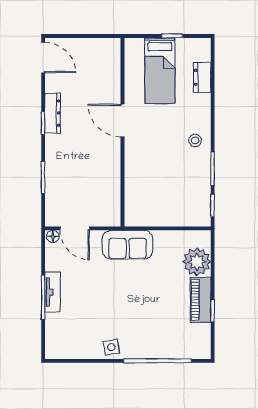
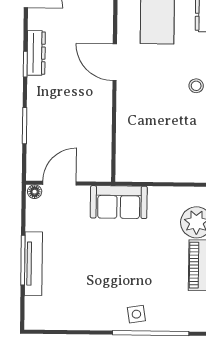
door: (75, 228) -> (60, 183), swing flipped
tv unit: (52, 292) -> (33, 264), width x1.41
side table: (111, 347) -> (136, 314), moved

